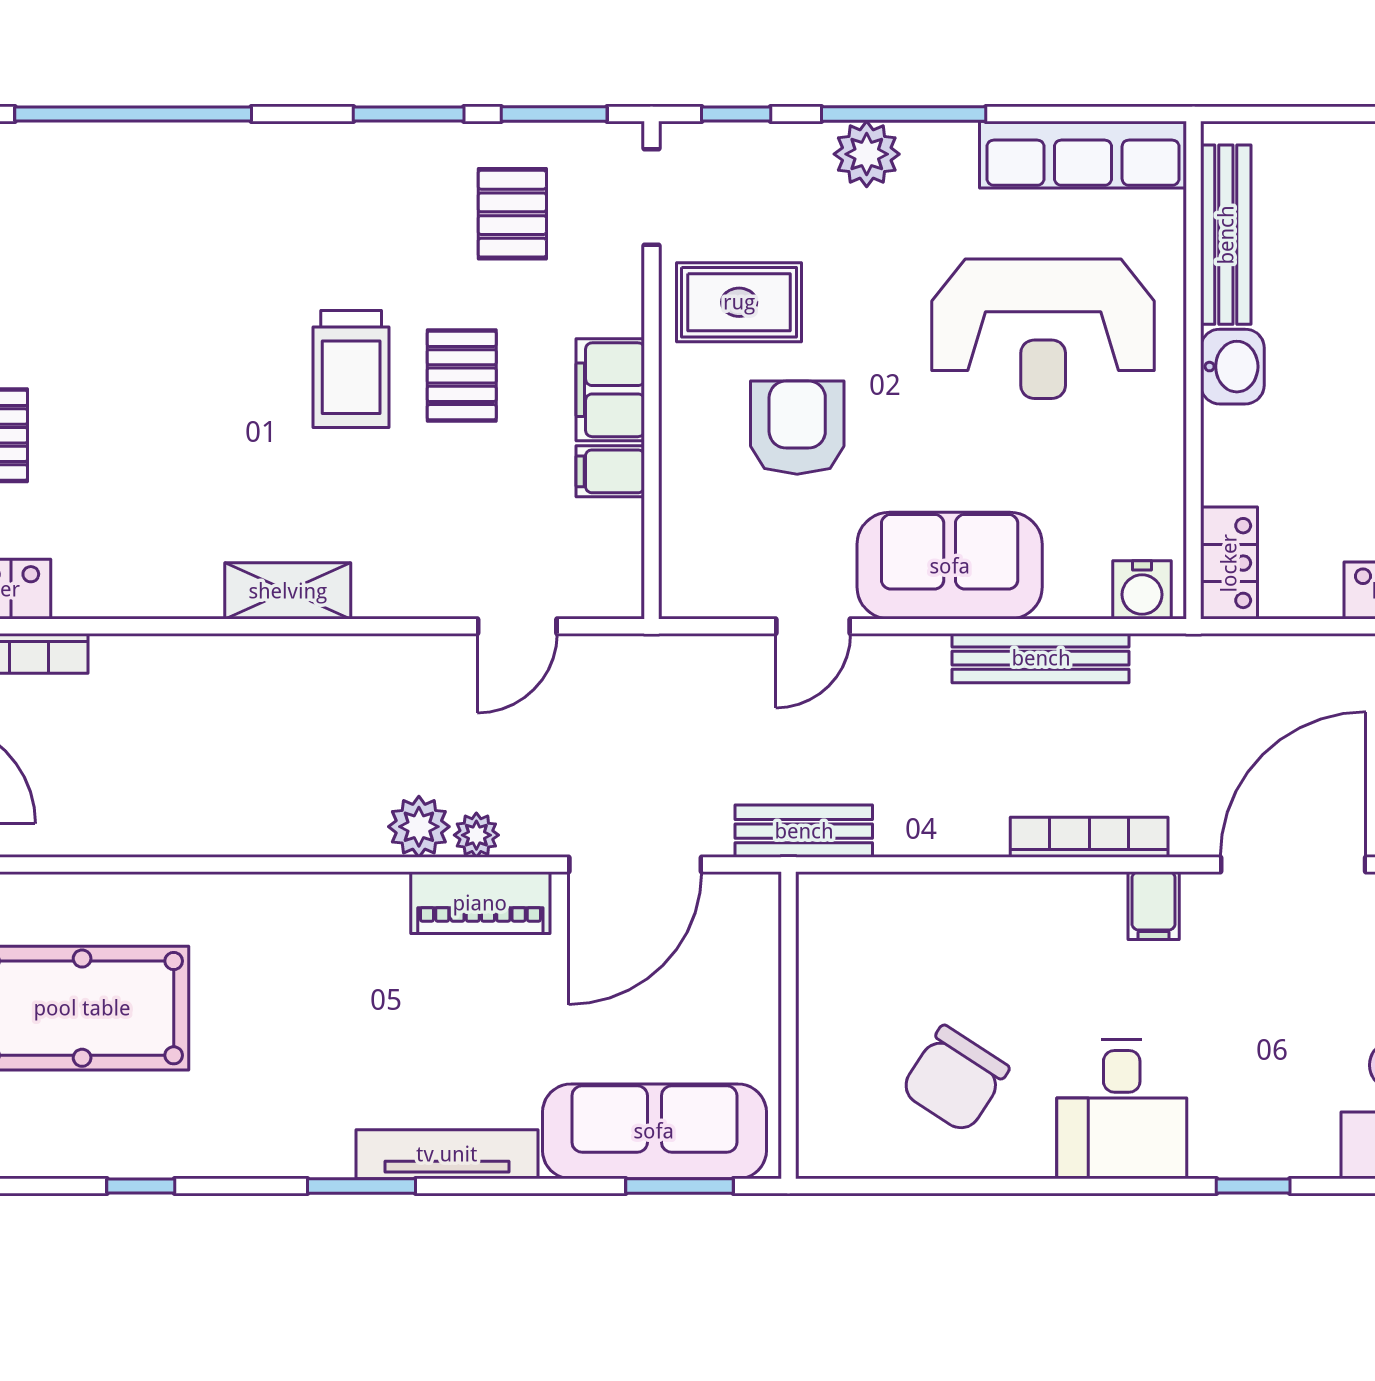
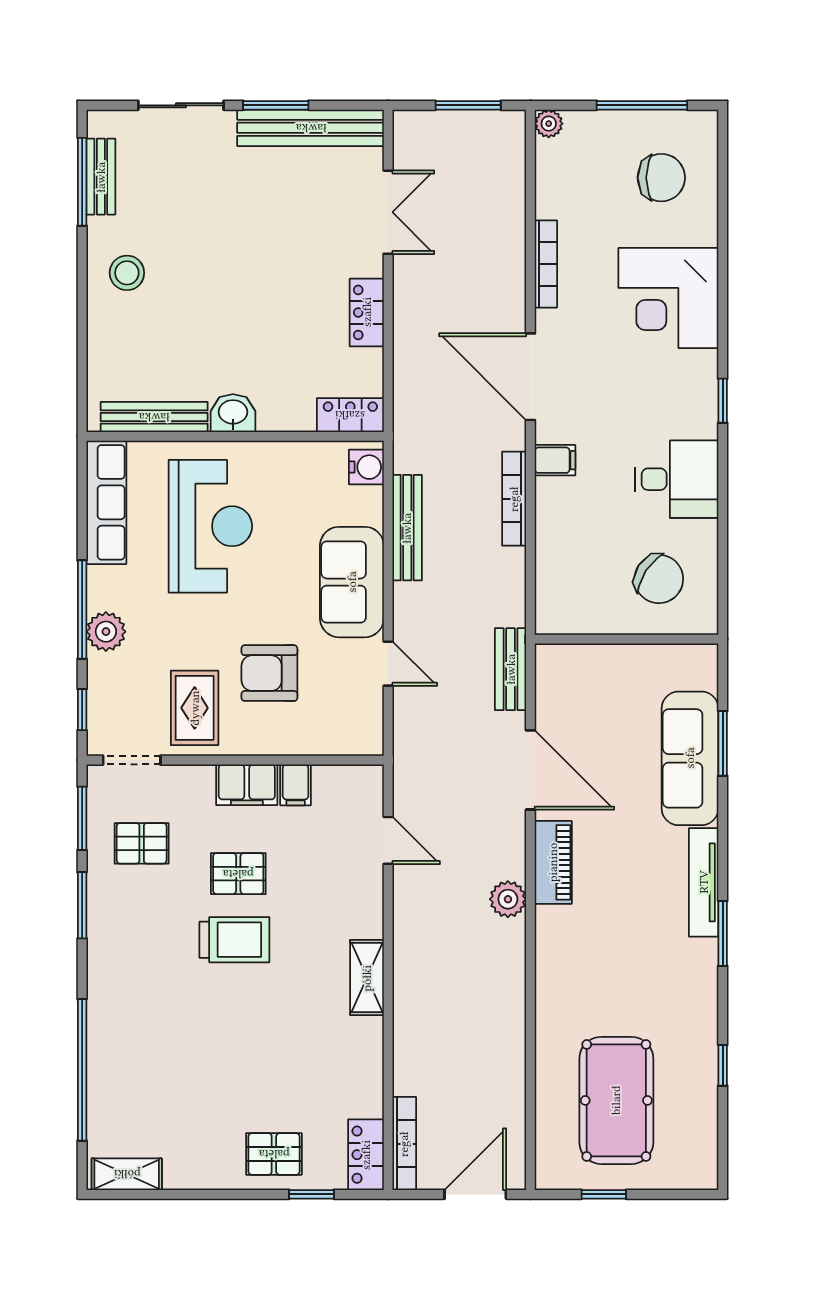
plant: (476, 835) -> (513, 865), removed
wall: (789, 1025) -> (627, 639), moved

